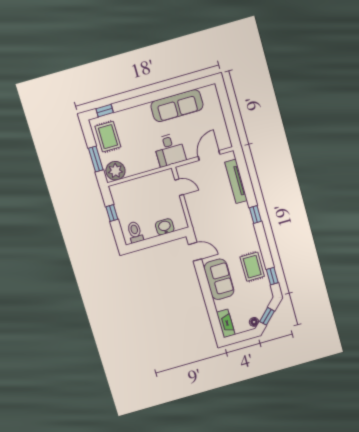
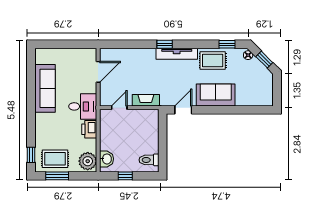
door: (209, 155) -> (98, 72), swing flipped
window: (96, 159) -> (57, 176), moved
printer: (148, 163) -> (89, 129), added
tv unit: (236, 181) -> (177, 54), moved
washbasin: (165, 227) -> (107, 159), moved, turned 180
floor lamp: (254, 322) -> (248, 55), moved
fireplace: (226, 323) -> (146, 100), moved

